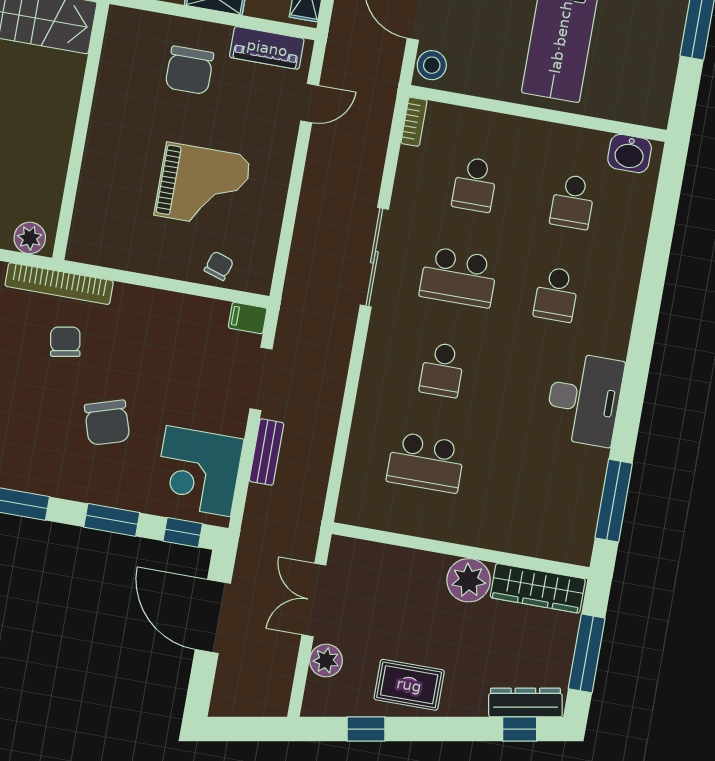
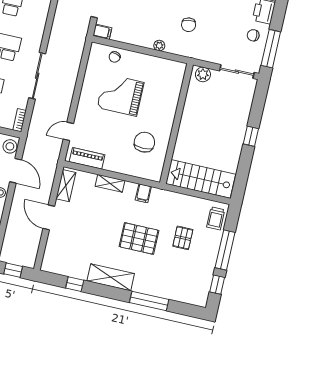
chair: (189, 70) -> (144, 142), moved
sliding door: (374, 257) -> (37, 76), moved
bookcase: (59, 284) -> (190, 52), removed
plant: (125, 295) -> (159, 46), added

